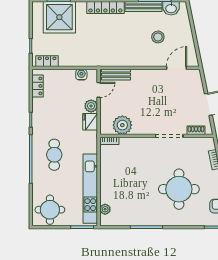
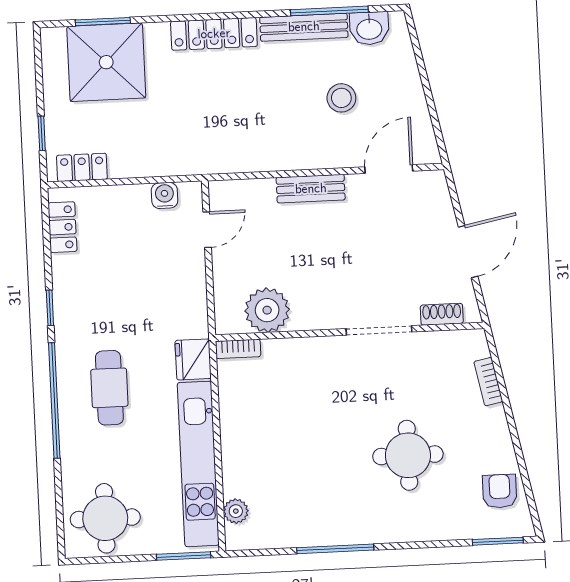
bench: (116, 75) -> (311, 189), moved
plant: (91, 106) -> (191, 268), removed
fridge: (90, 122) -> (193, 359), moved
round table: (179, 189) -> (408, 455), width x0.73, depth x0.73

